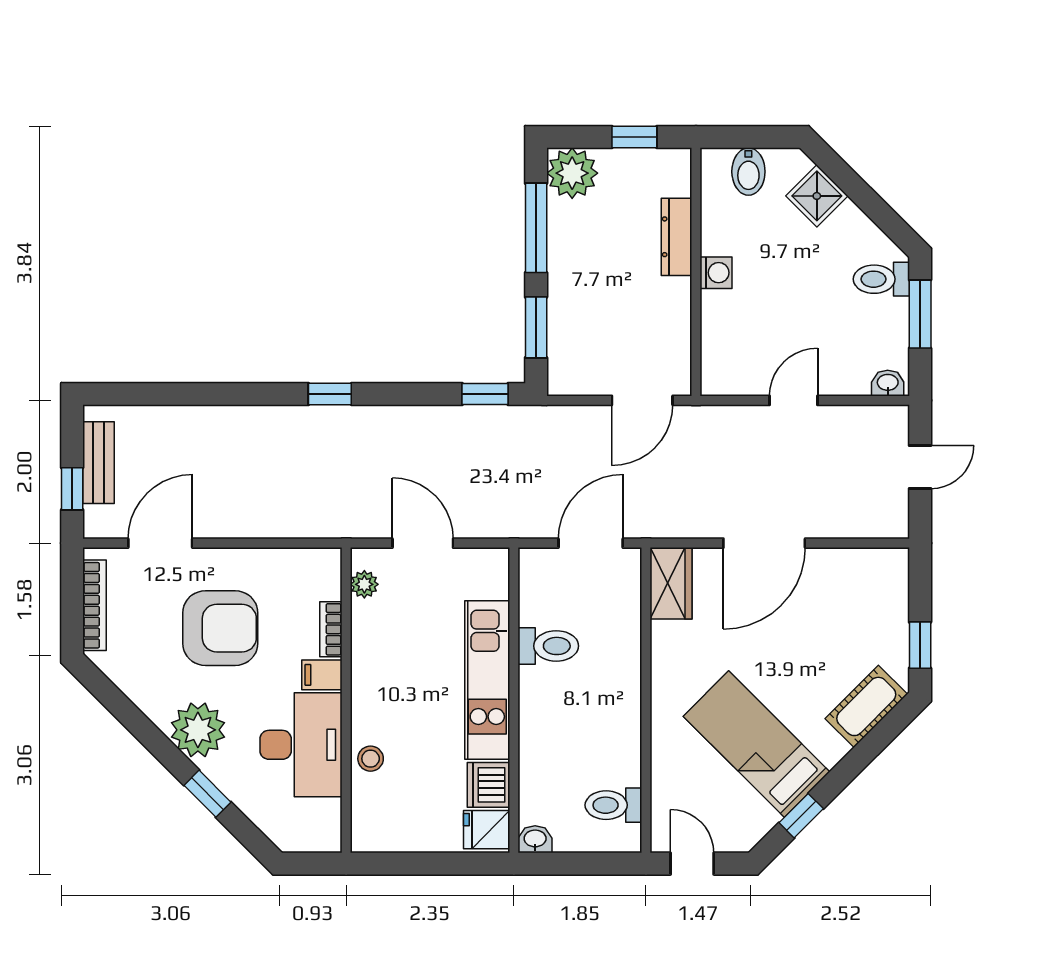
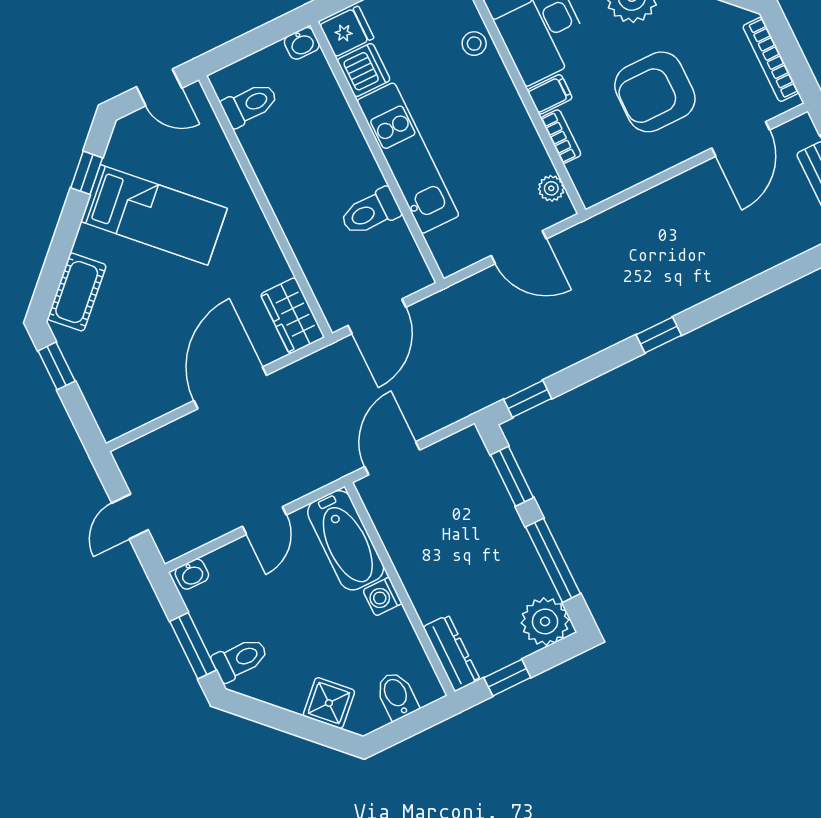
dresser: (676, 237) -> (451, 653), moved
bathtub: (725, 344) -> (346, 540), added

